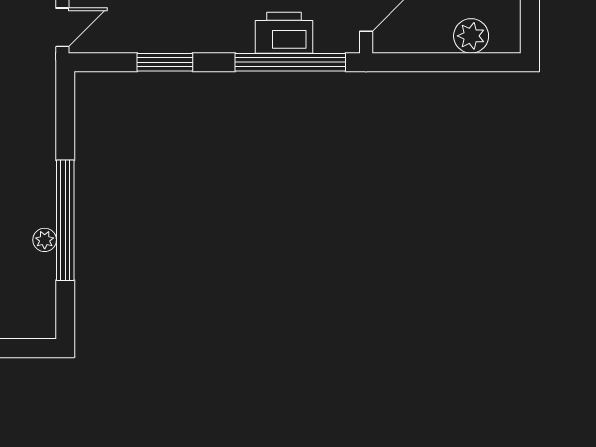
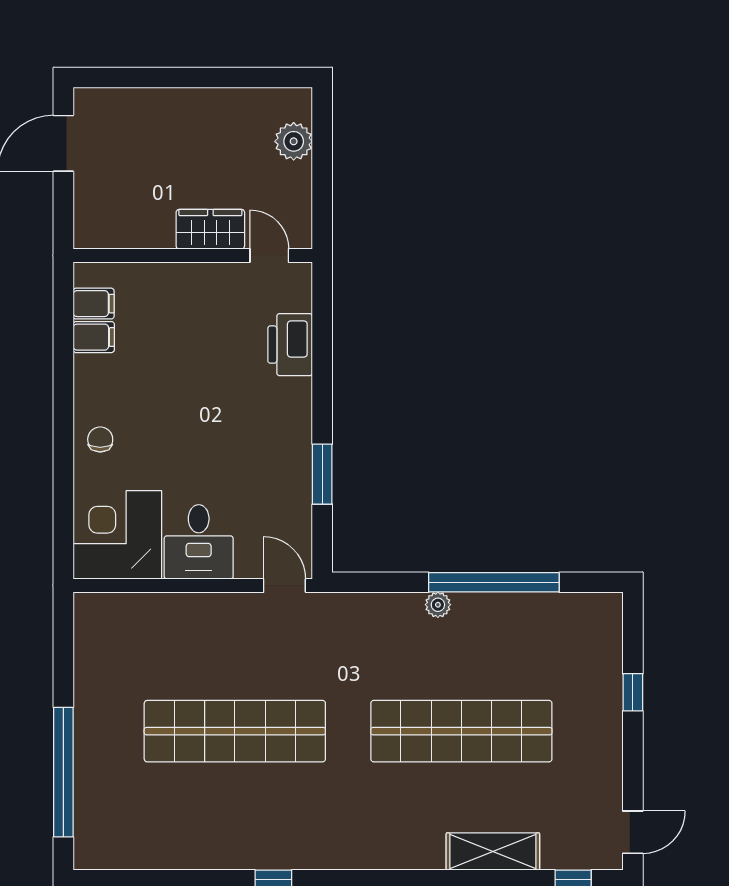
window: (290, 62) -> (322, 338), removed
plant: (45, 240) -> (438, 605), moved

